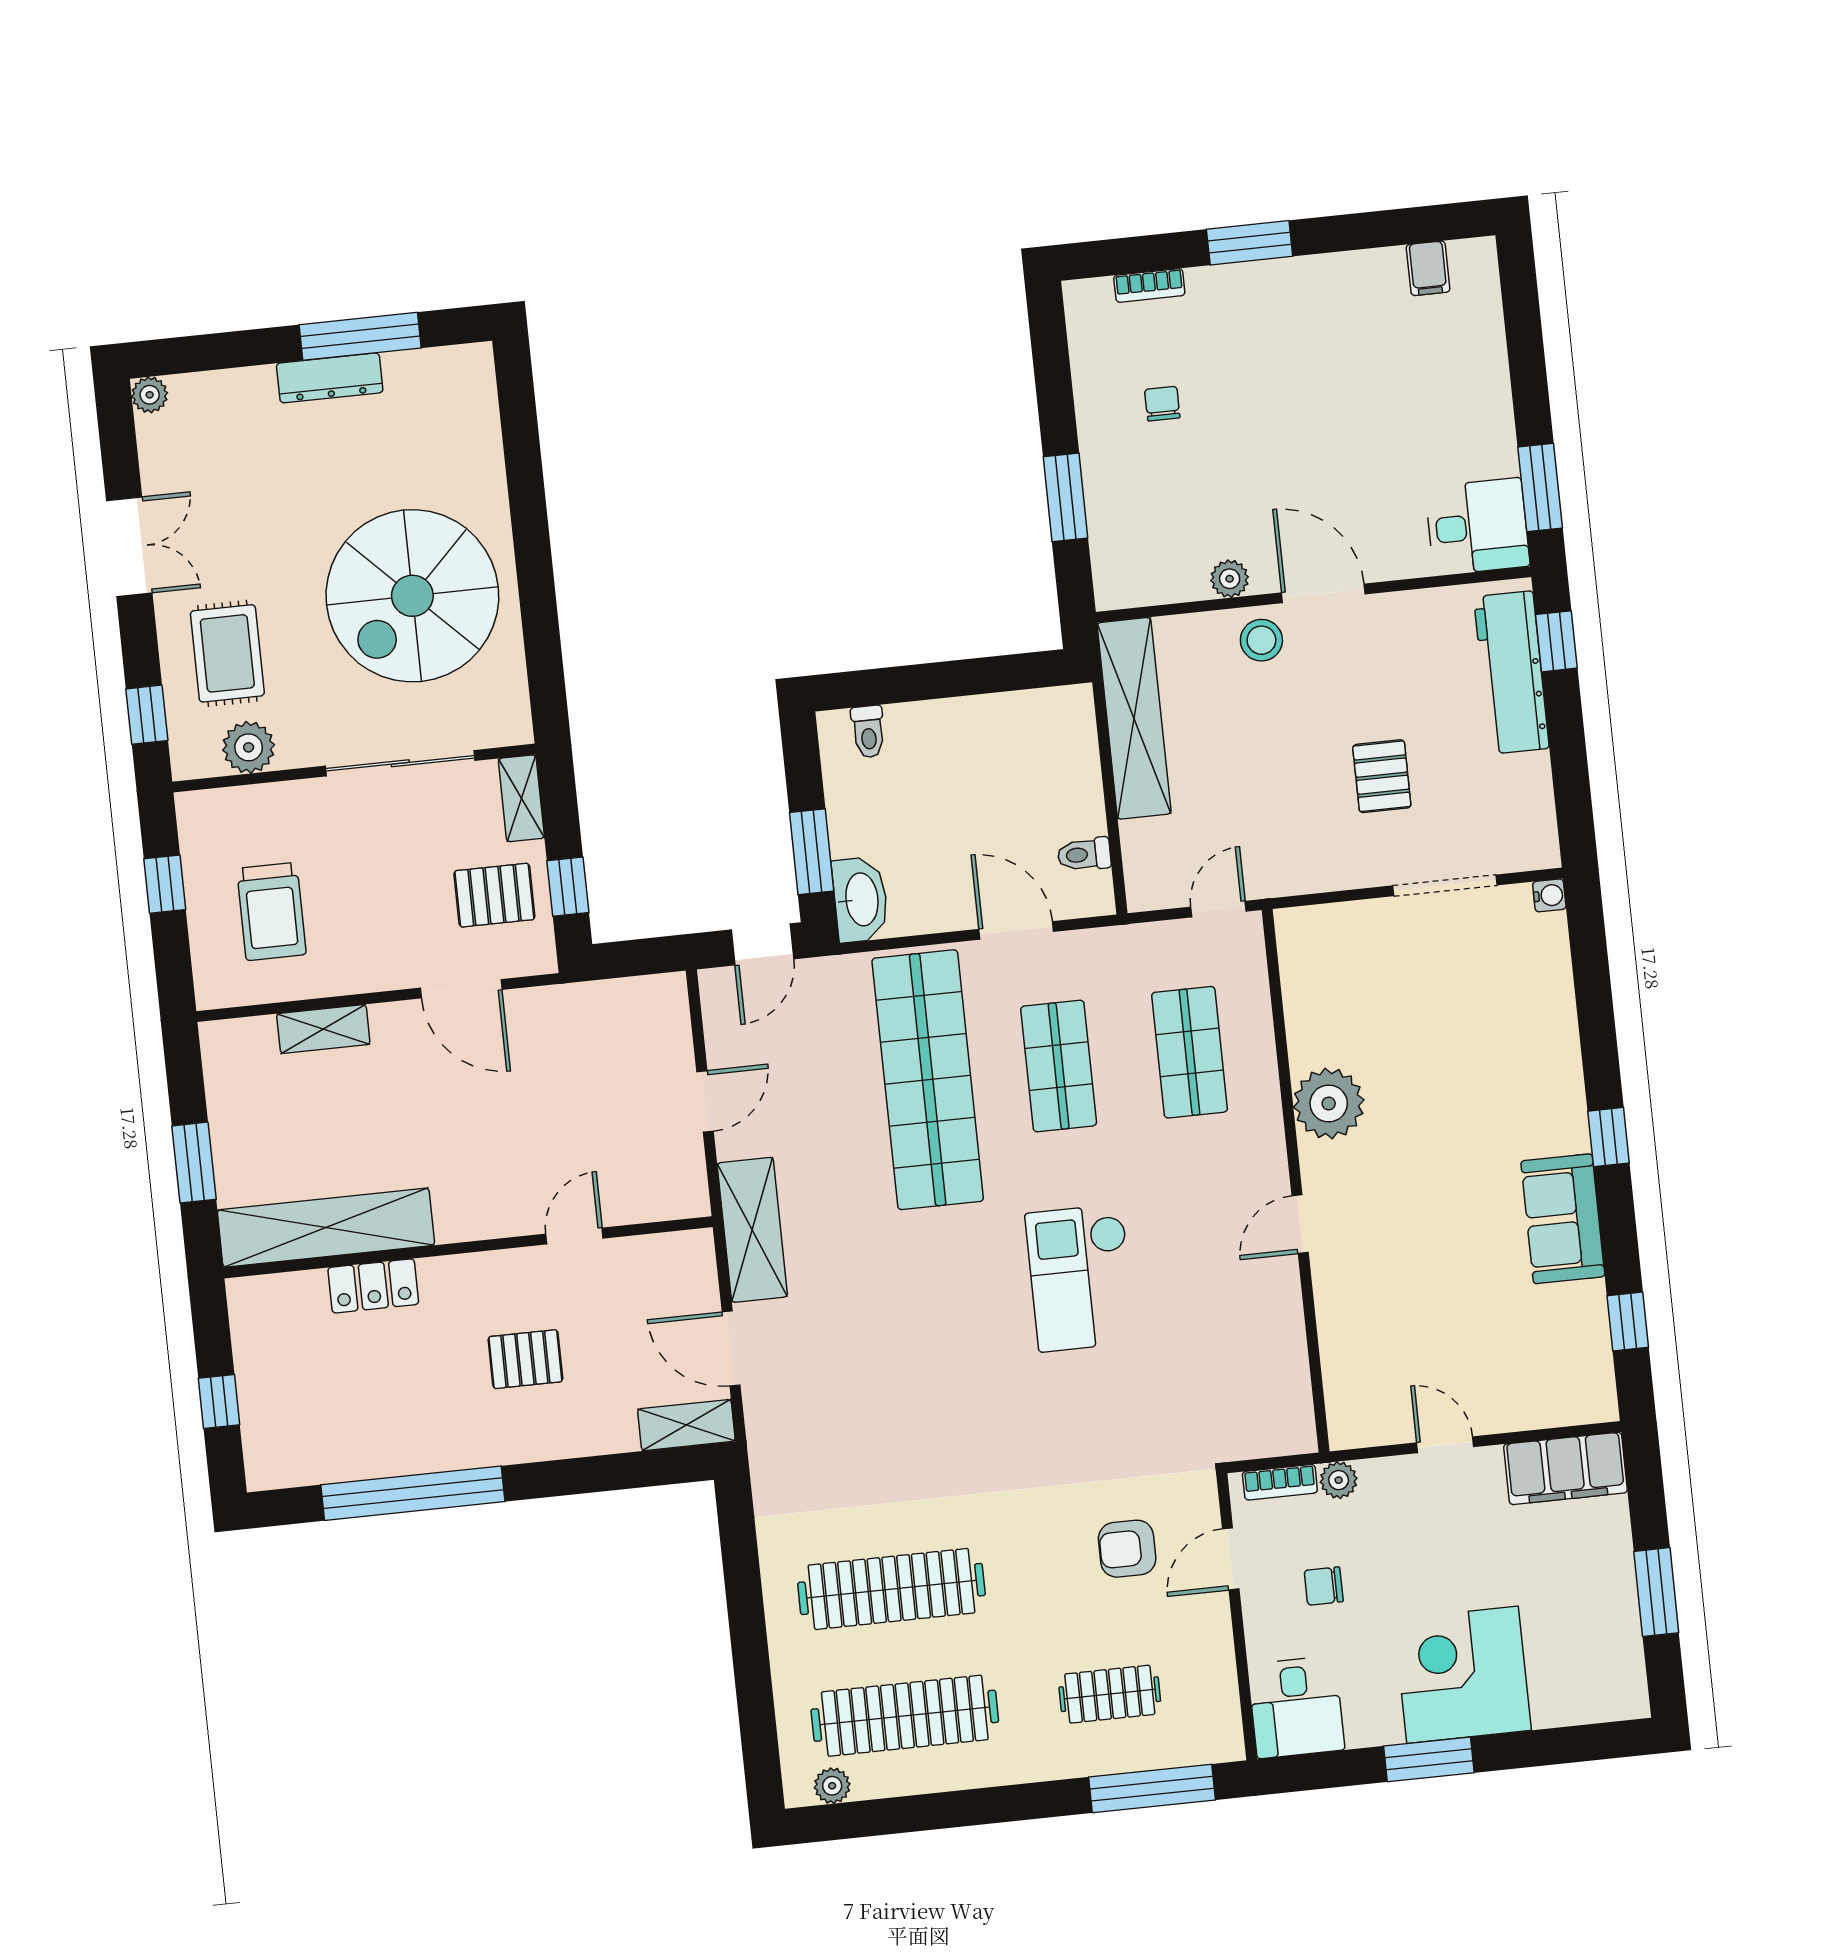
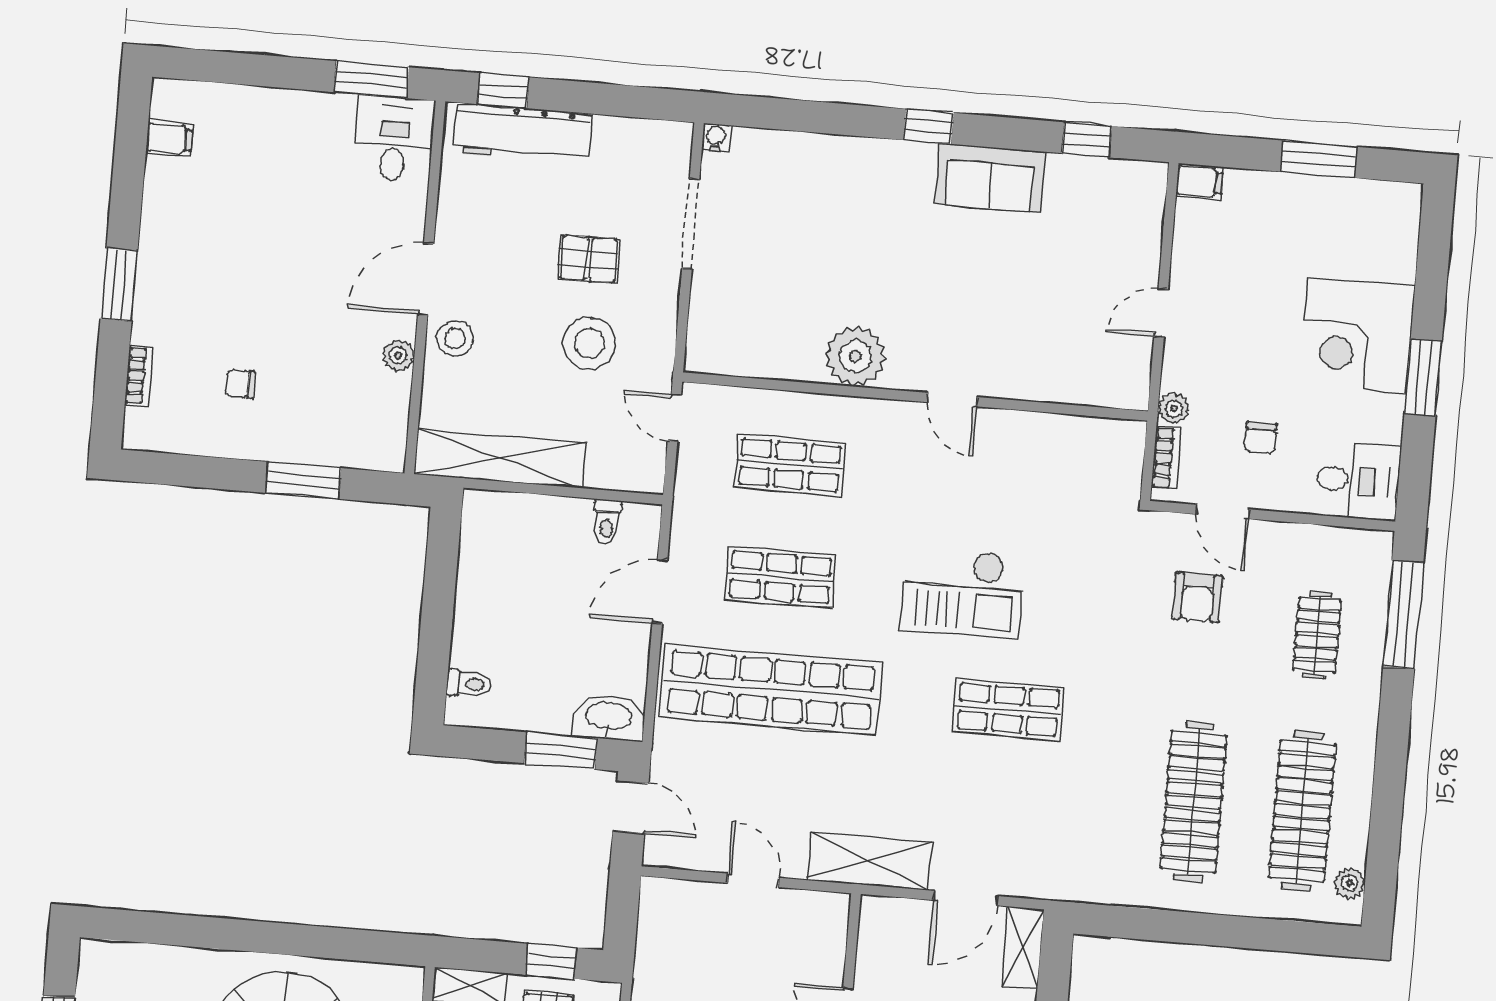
stool: (1285, 795) -> (589, 343), added
shop shelf: (957, 1356) -> (1008, 710), added
filing cabinet: (1566, 1468) -> (1199, 182), width x0.33, depth x0.86

